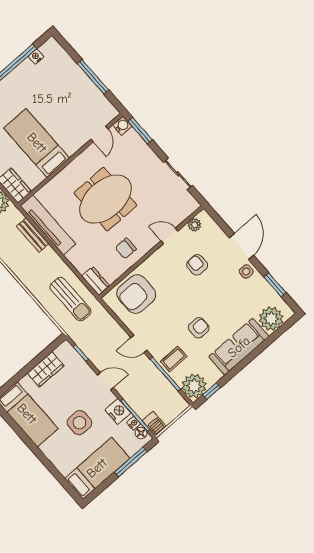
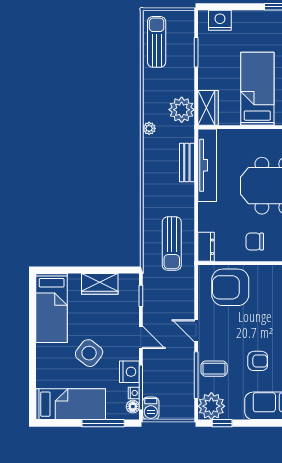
side table: (79, 423) -> (89, 353), turned 38

